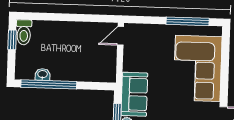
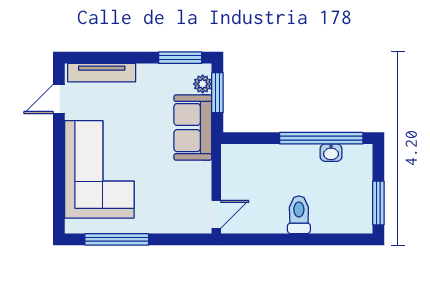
toilet: (24, 32) -> (299, 215), moved
window: (12, 40) -> (378, 203), width x1.50

